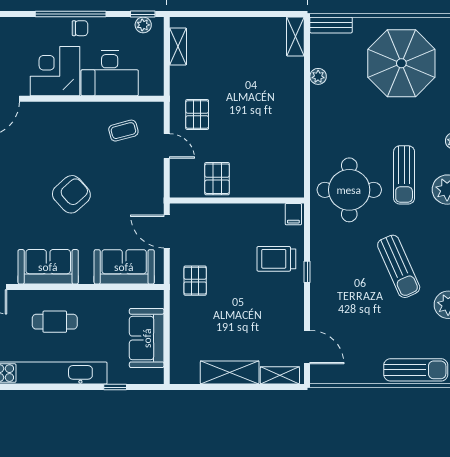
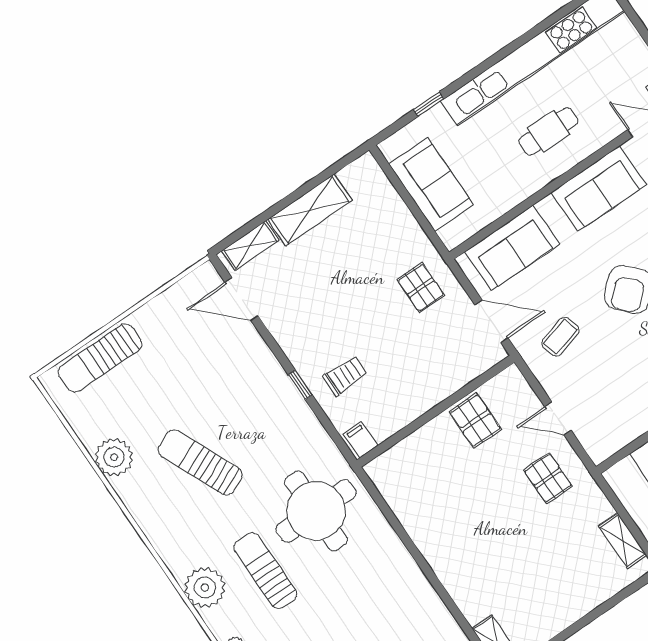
plant: (318, 76) -> (440, 616), removed
coffee table: (123, 131) -> (560, 337), moved
trolley: (276, 259) -> (345, 376), width x0.73, depth x0.72

